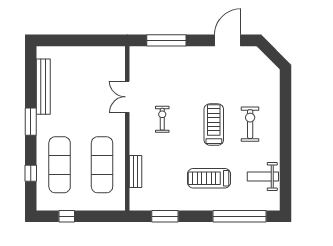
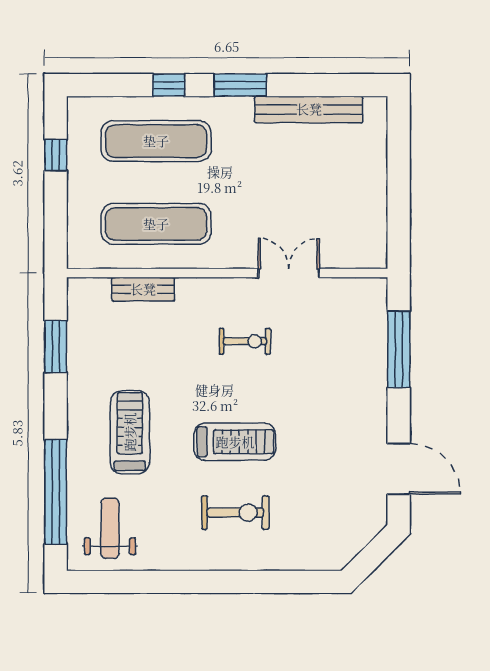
window: (31, 173) -> (169, 85), moved
weight bench: (263, 176) -> (110, 528), moved

